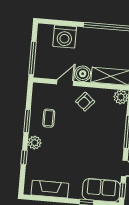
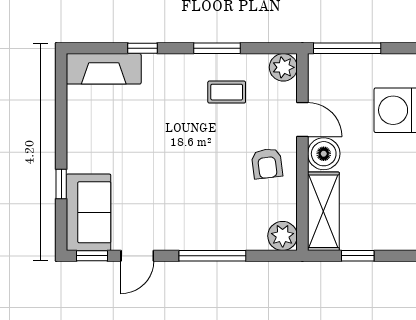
armchair: (85, 102) -> (267, 164), turned -138
plant: (35, 143) -> (283, 67), moved
fireplace: (50, 189) -> (104, 69), moved, turned 90

